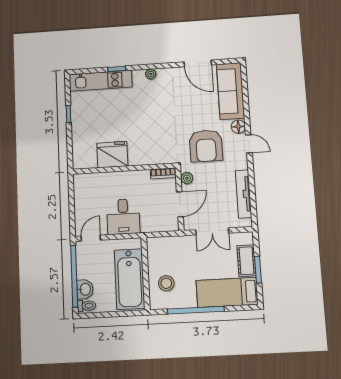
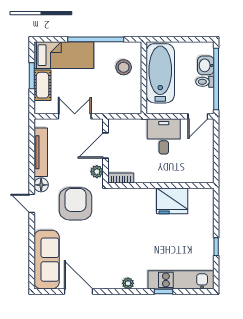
floor lamp: (238, 127) -> (41, 185), moved
toilet: (86, 306) -> (205, 82), moved

